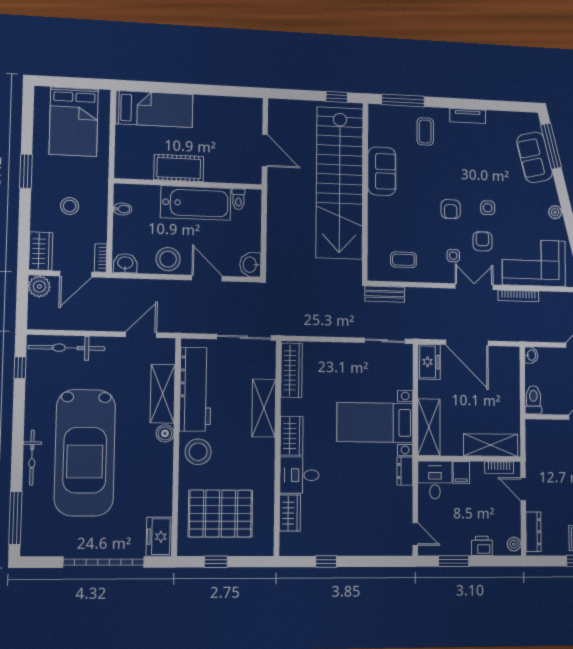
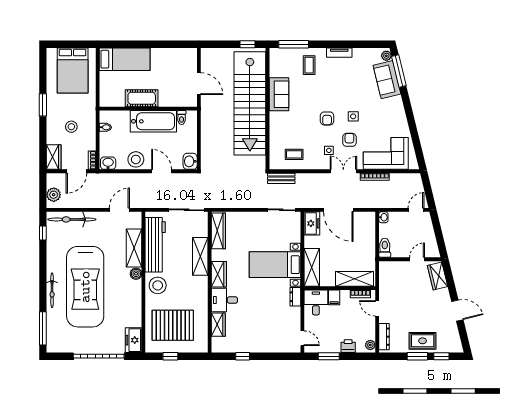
plant: (555, 212) -> (386, 56), moved
plant: (39, 287) -> (54, 195), moved

